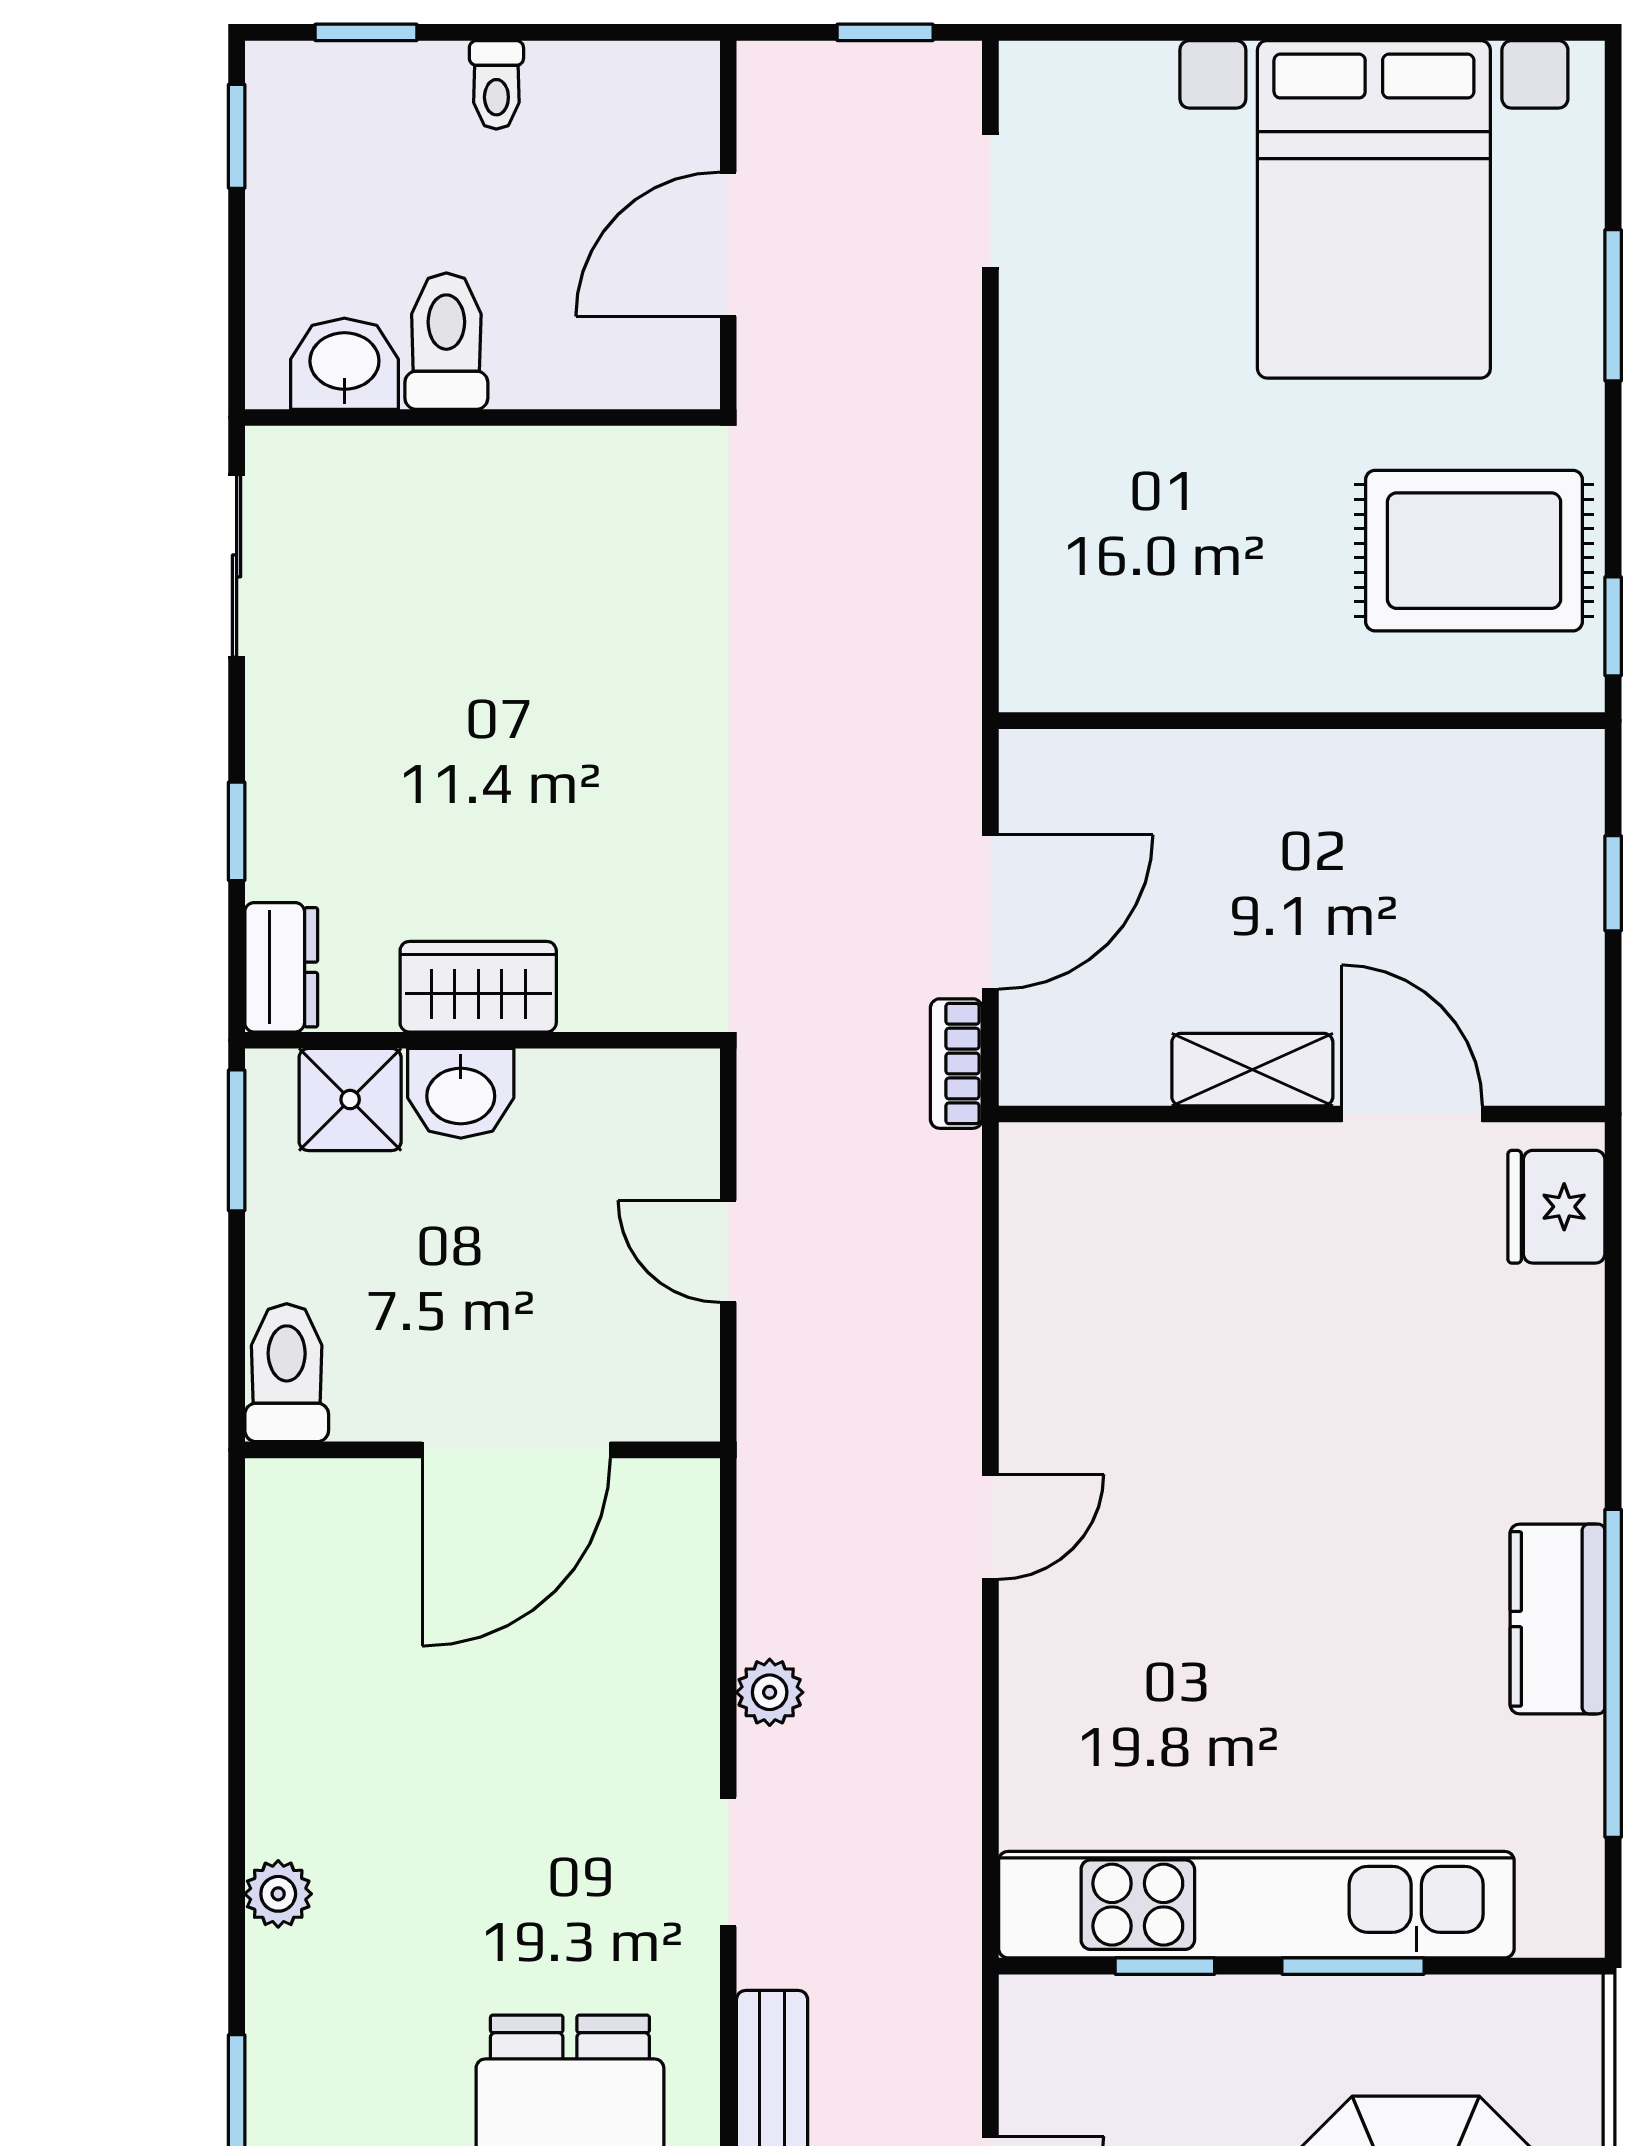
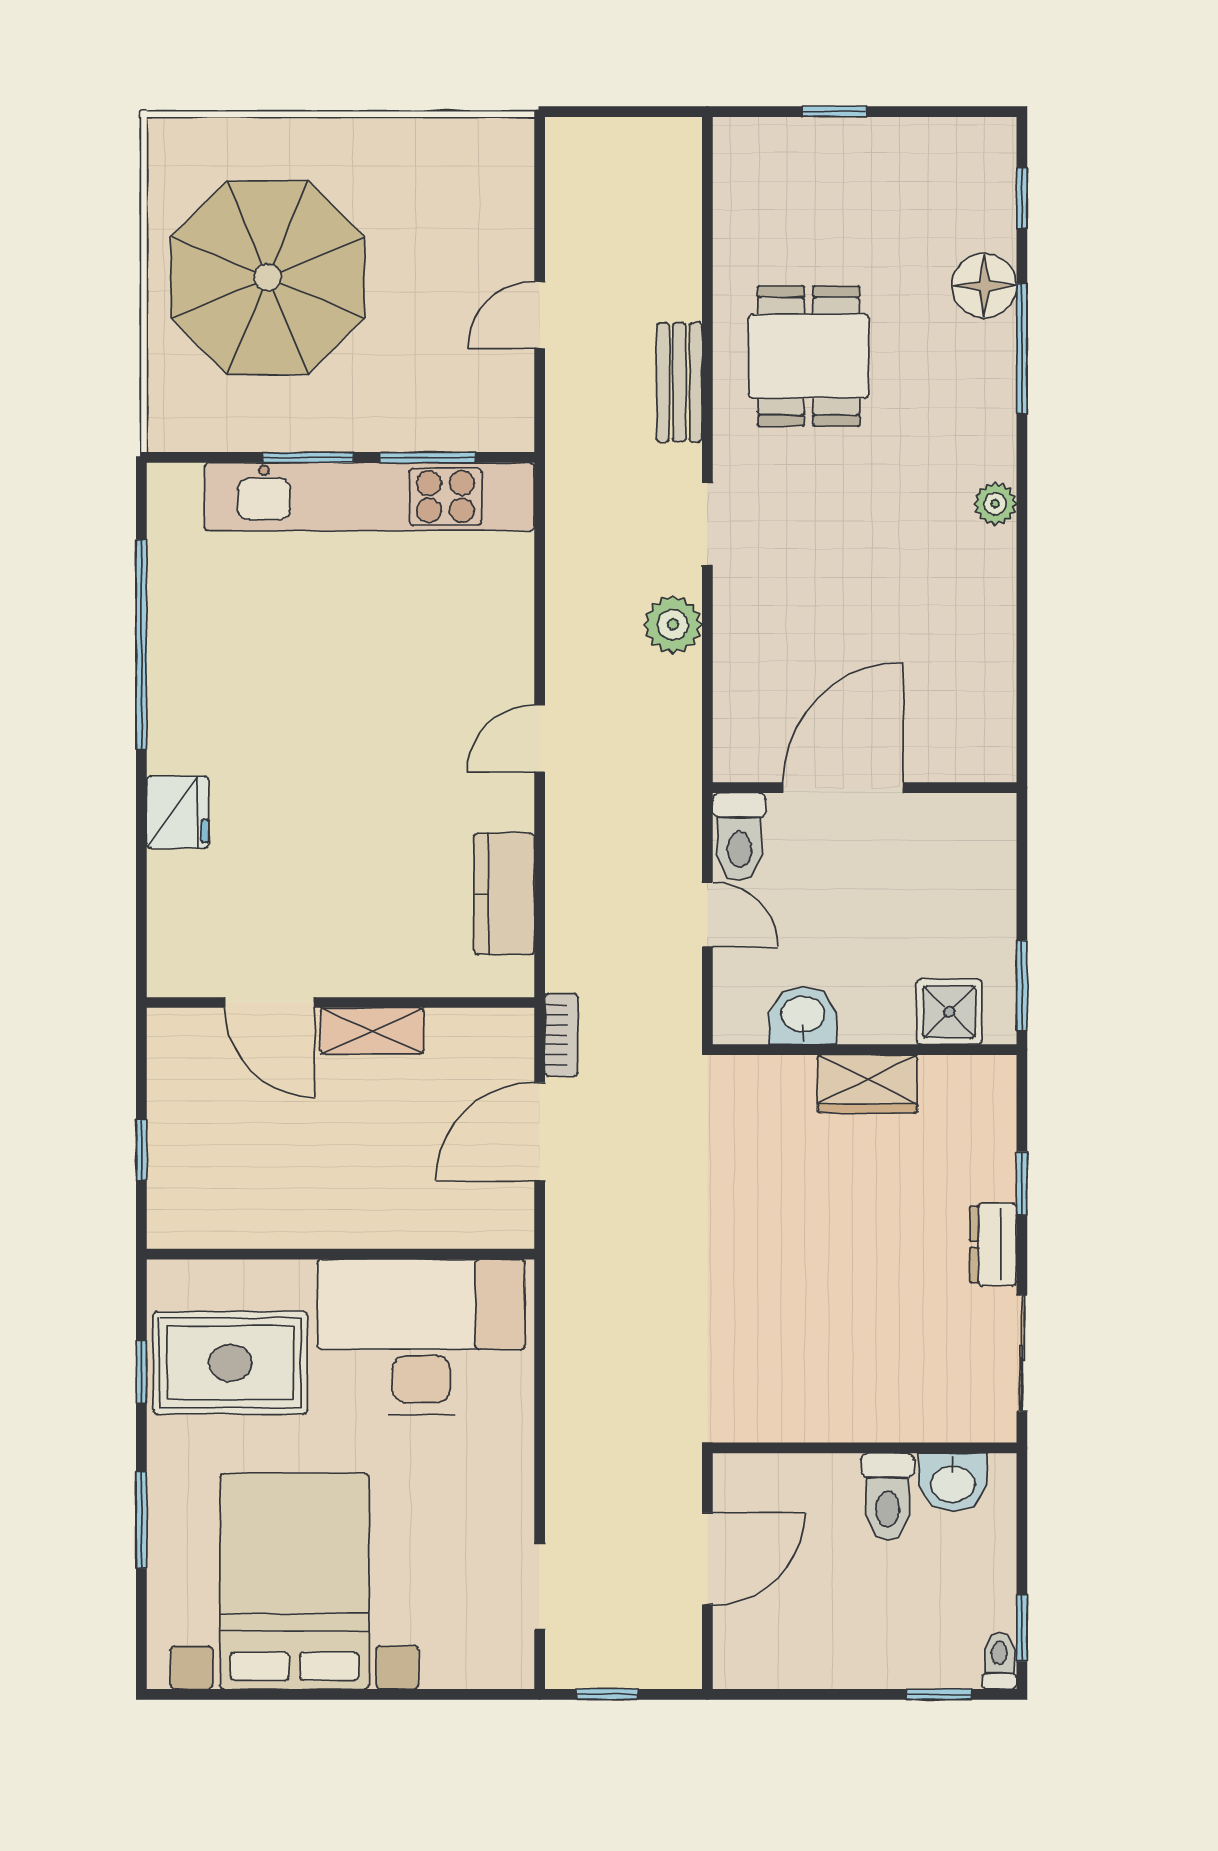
toilet: (496, 85) -> (999, 1661), moved
desk: (1176, 591) -> (421, 1337), added
window: (1613, 626) -> (141, 1372), moved
dresser: (281, 967) -> (993, 1244), moved
washbasin: (461, 1093) -> (803, 1016), moved
fridge: (1556, 1207) -> (178, 812), moved
toilet: (287, 1373) -> (739, 837), moved
kitchen counter: (1558, 1619) -> (504, 894), moved, turned 180
plant: (770, 1692) -> (673, 625), width x1.38, depth x1.38
window: (1165, 1966) -> (428, 457), width x1.50

